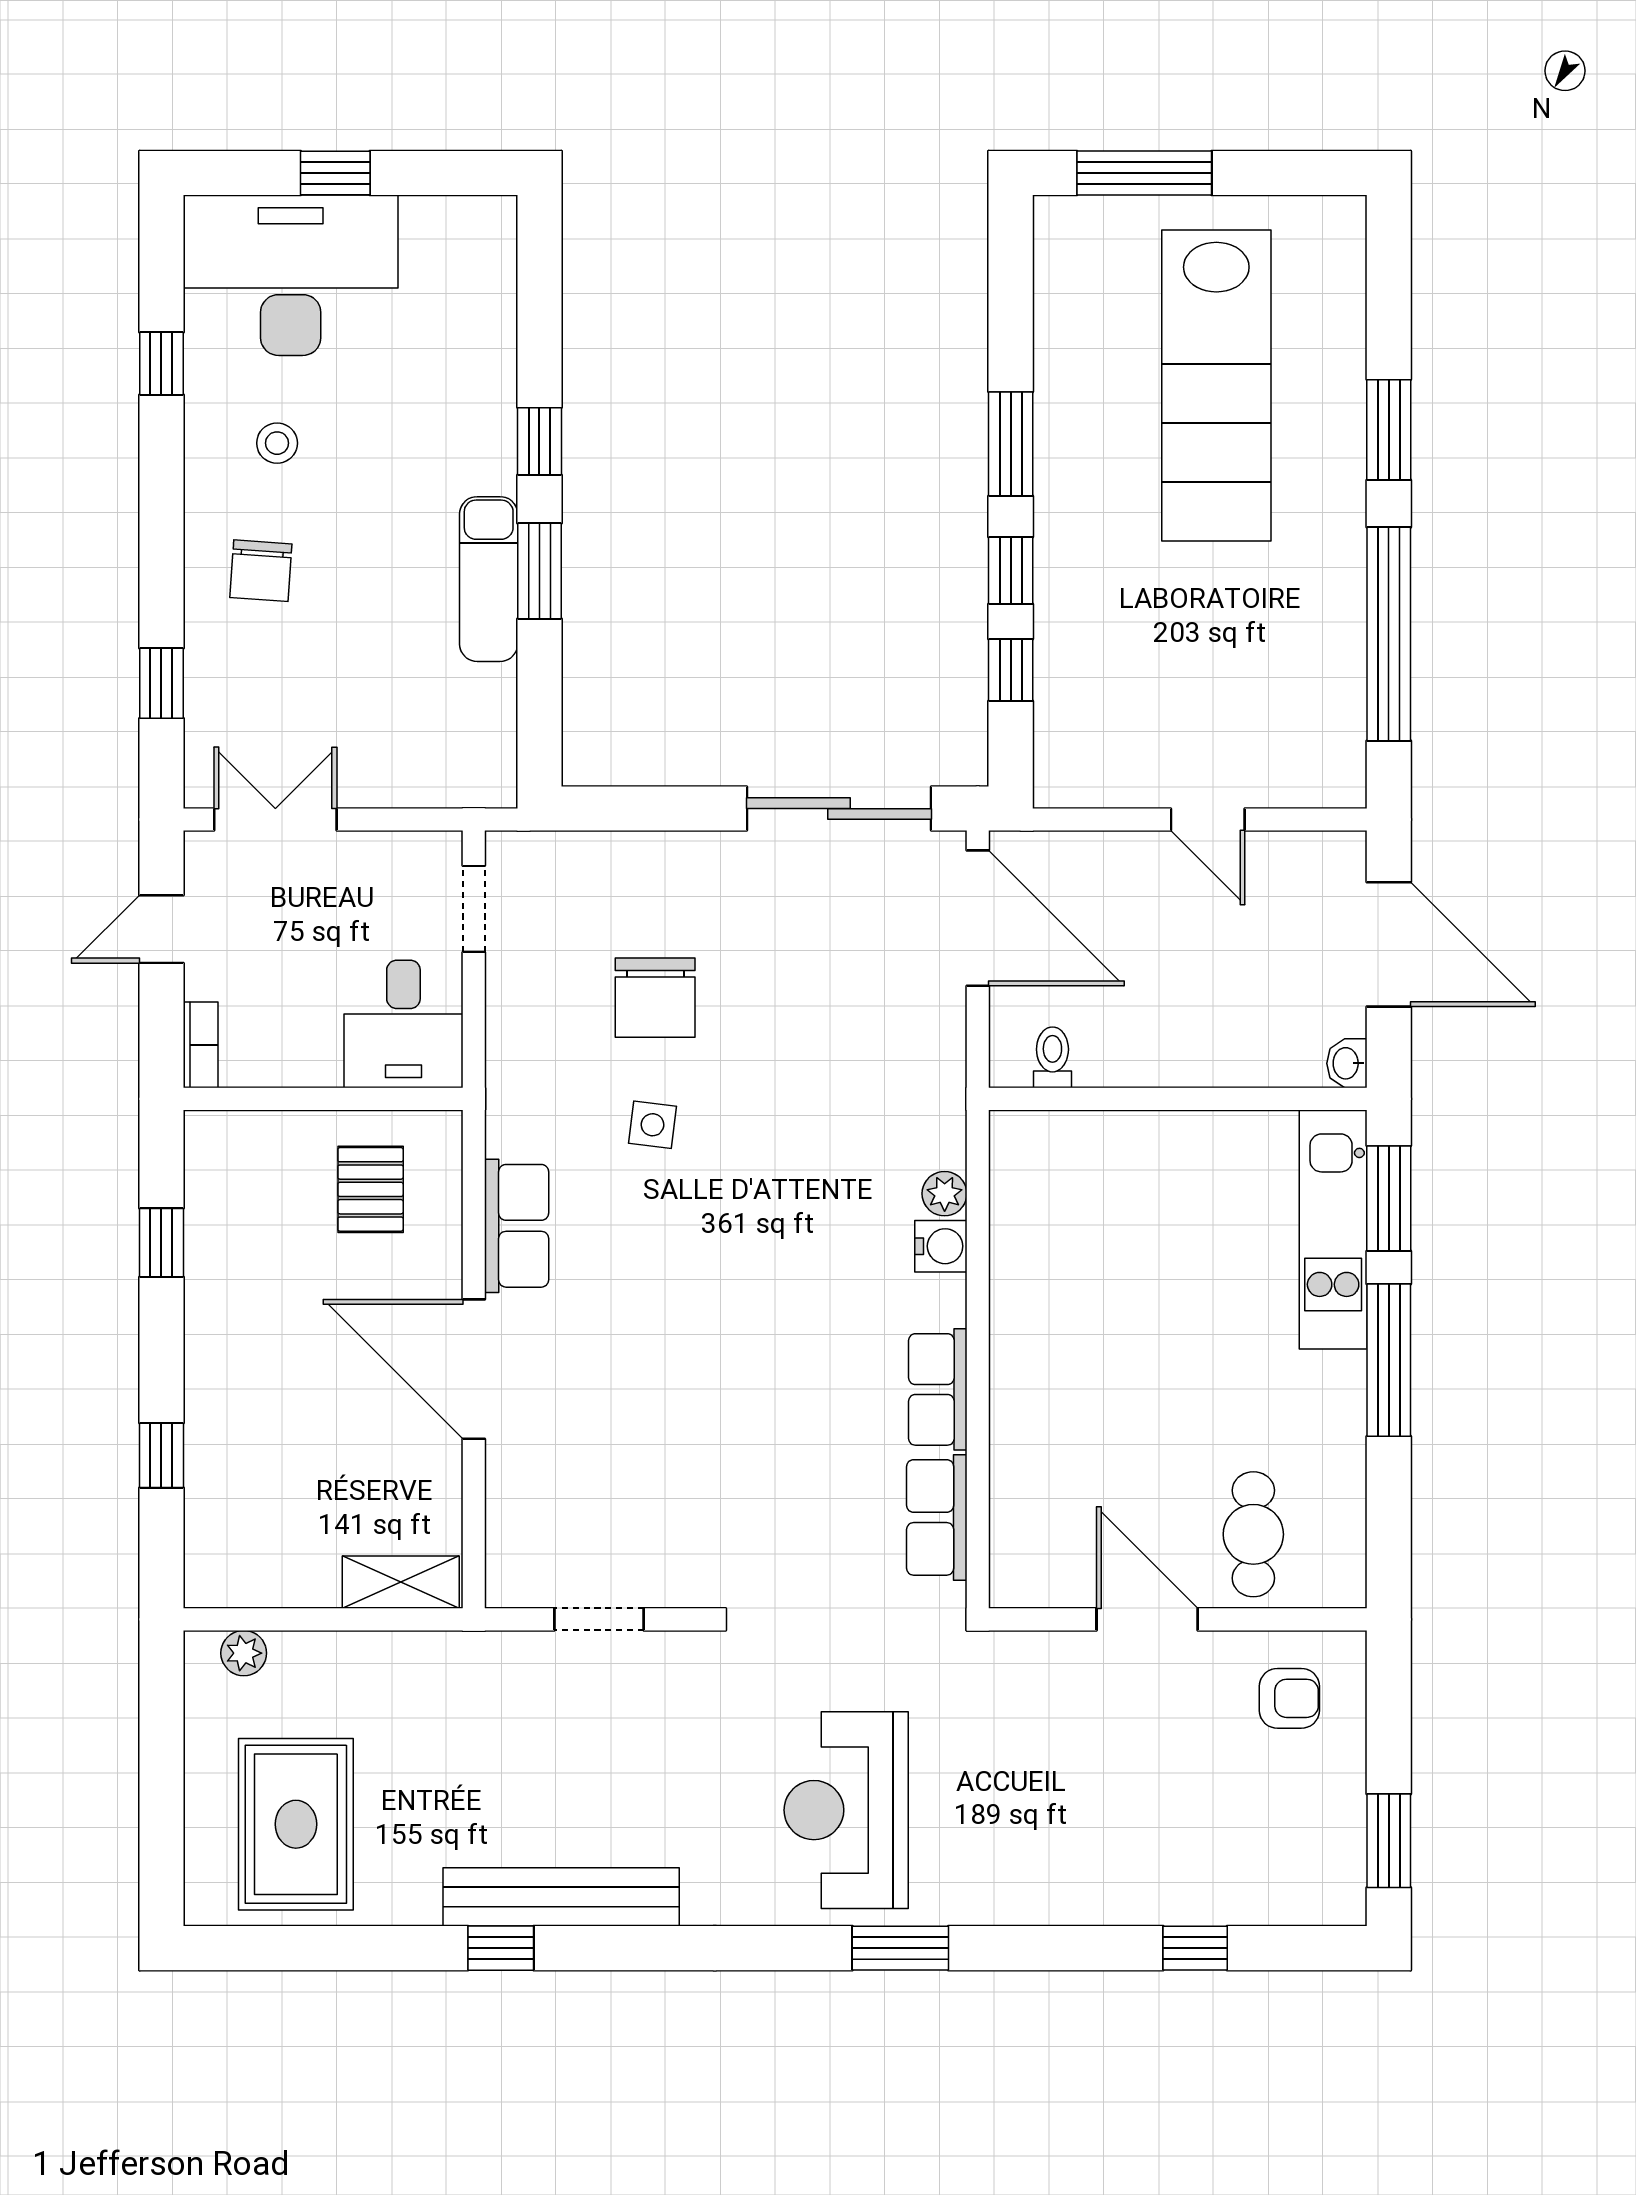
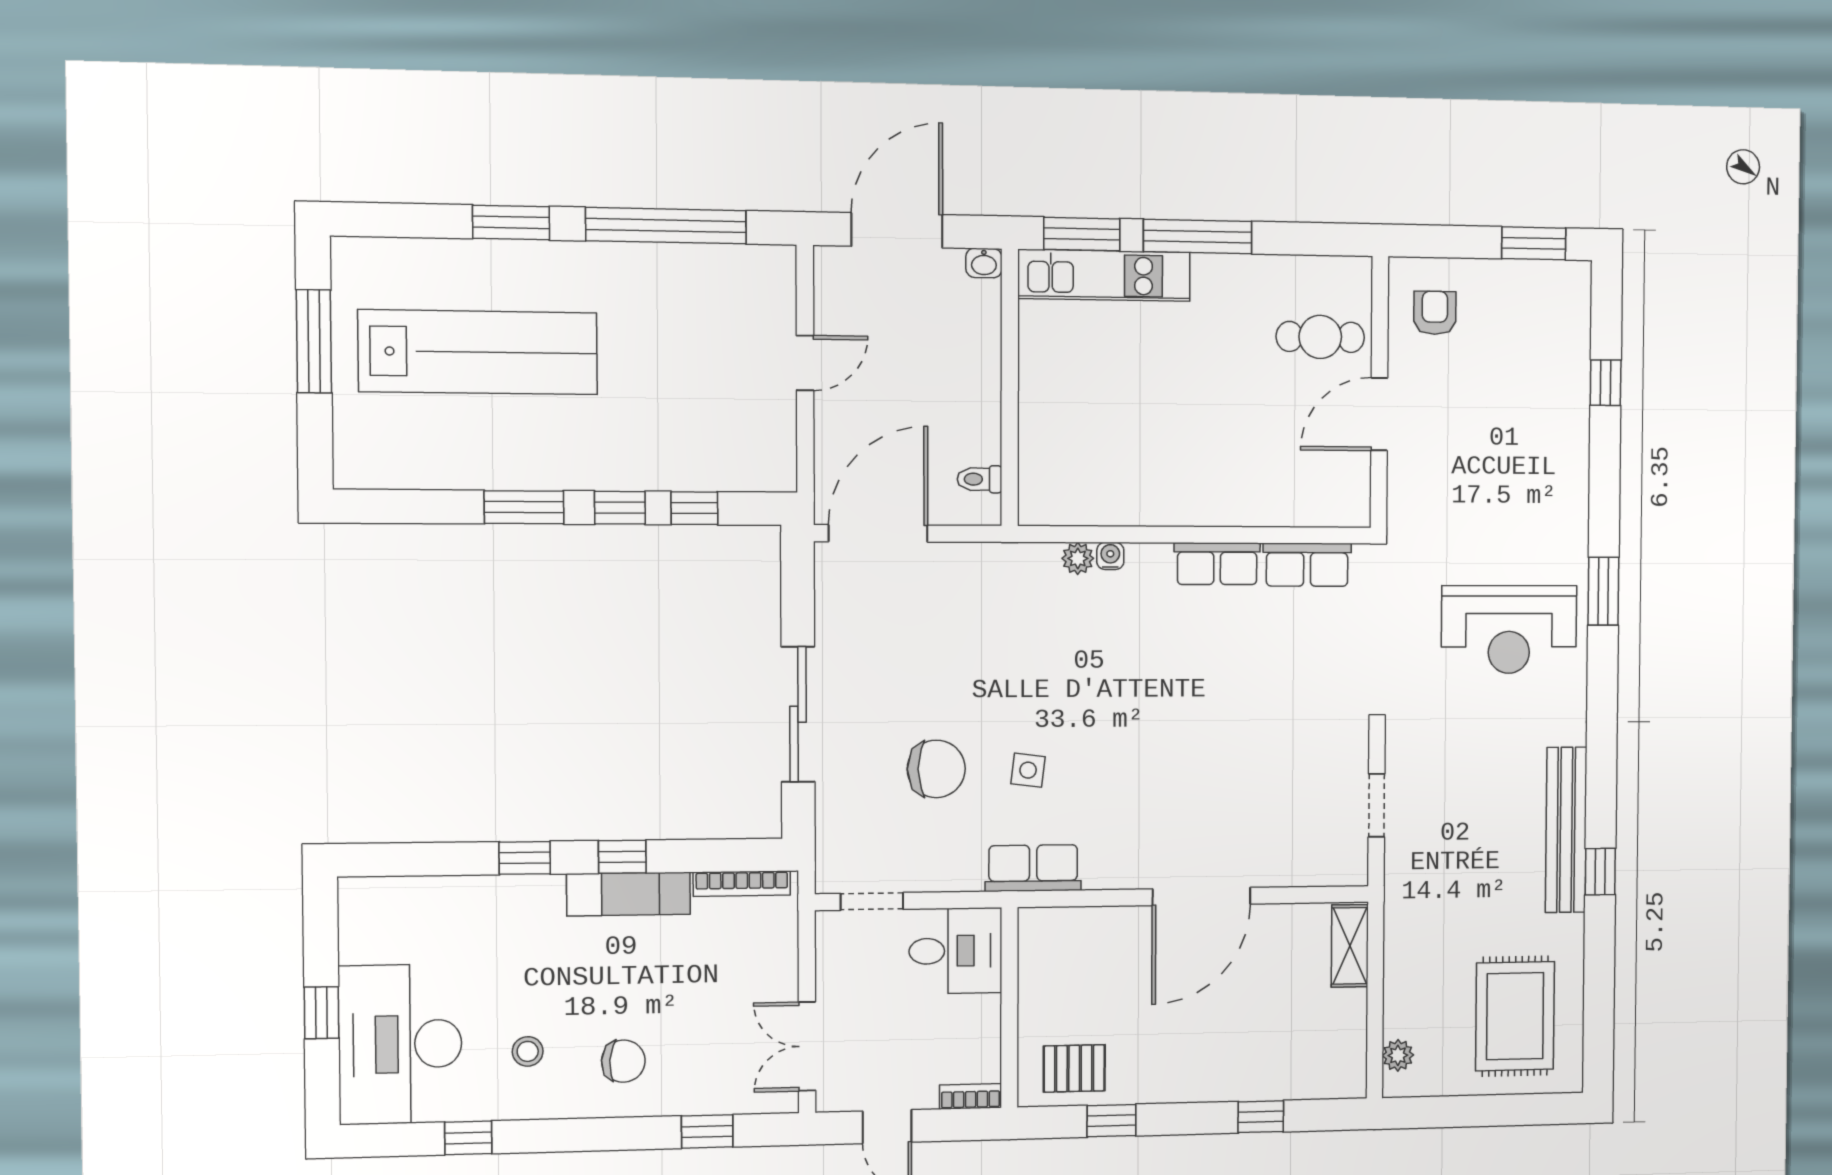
window: (1144, 173) -> (314, 341), moved
window: (539, 571) -> (622, 857), width x0.67
bookcase: (501, 731) -> (742, 884), added
sliding door: (839, 809) -> (798, 714), moved
pallet: (371, 1189) -> (1074, 1068), moved
row of seats: (517, 1226) -> (1033, 868), moved
water cooler: (941, 1246) -> (1110, 556), width x0.72, depth x0.72
rug: (296, 1824) -> (1515, 1016), turned 90

